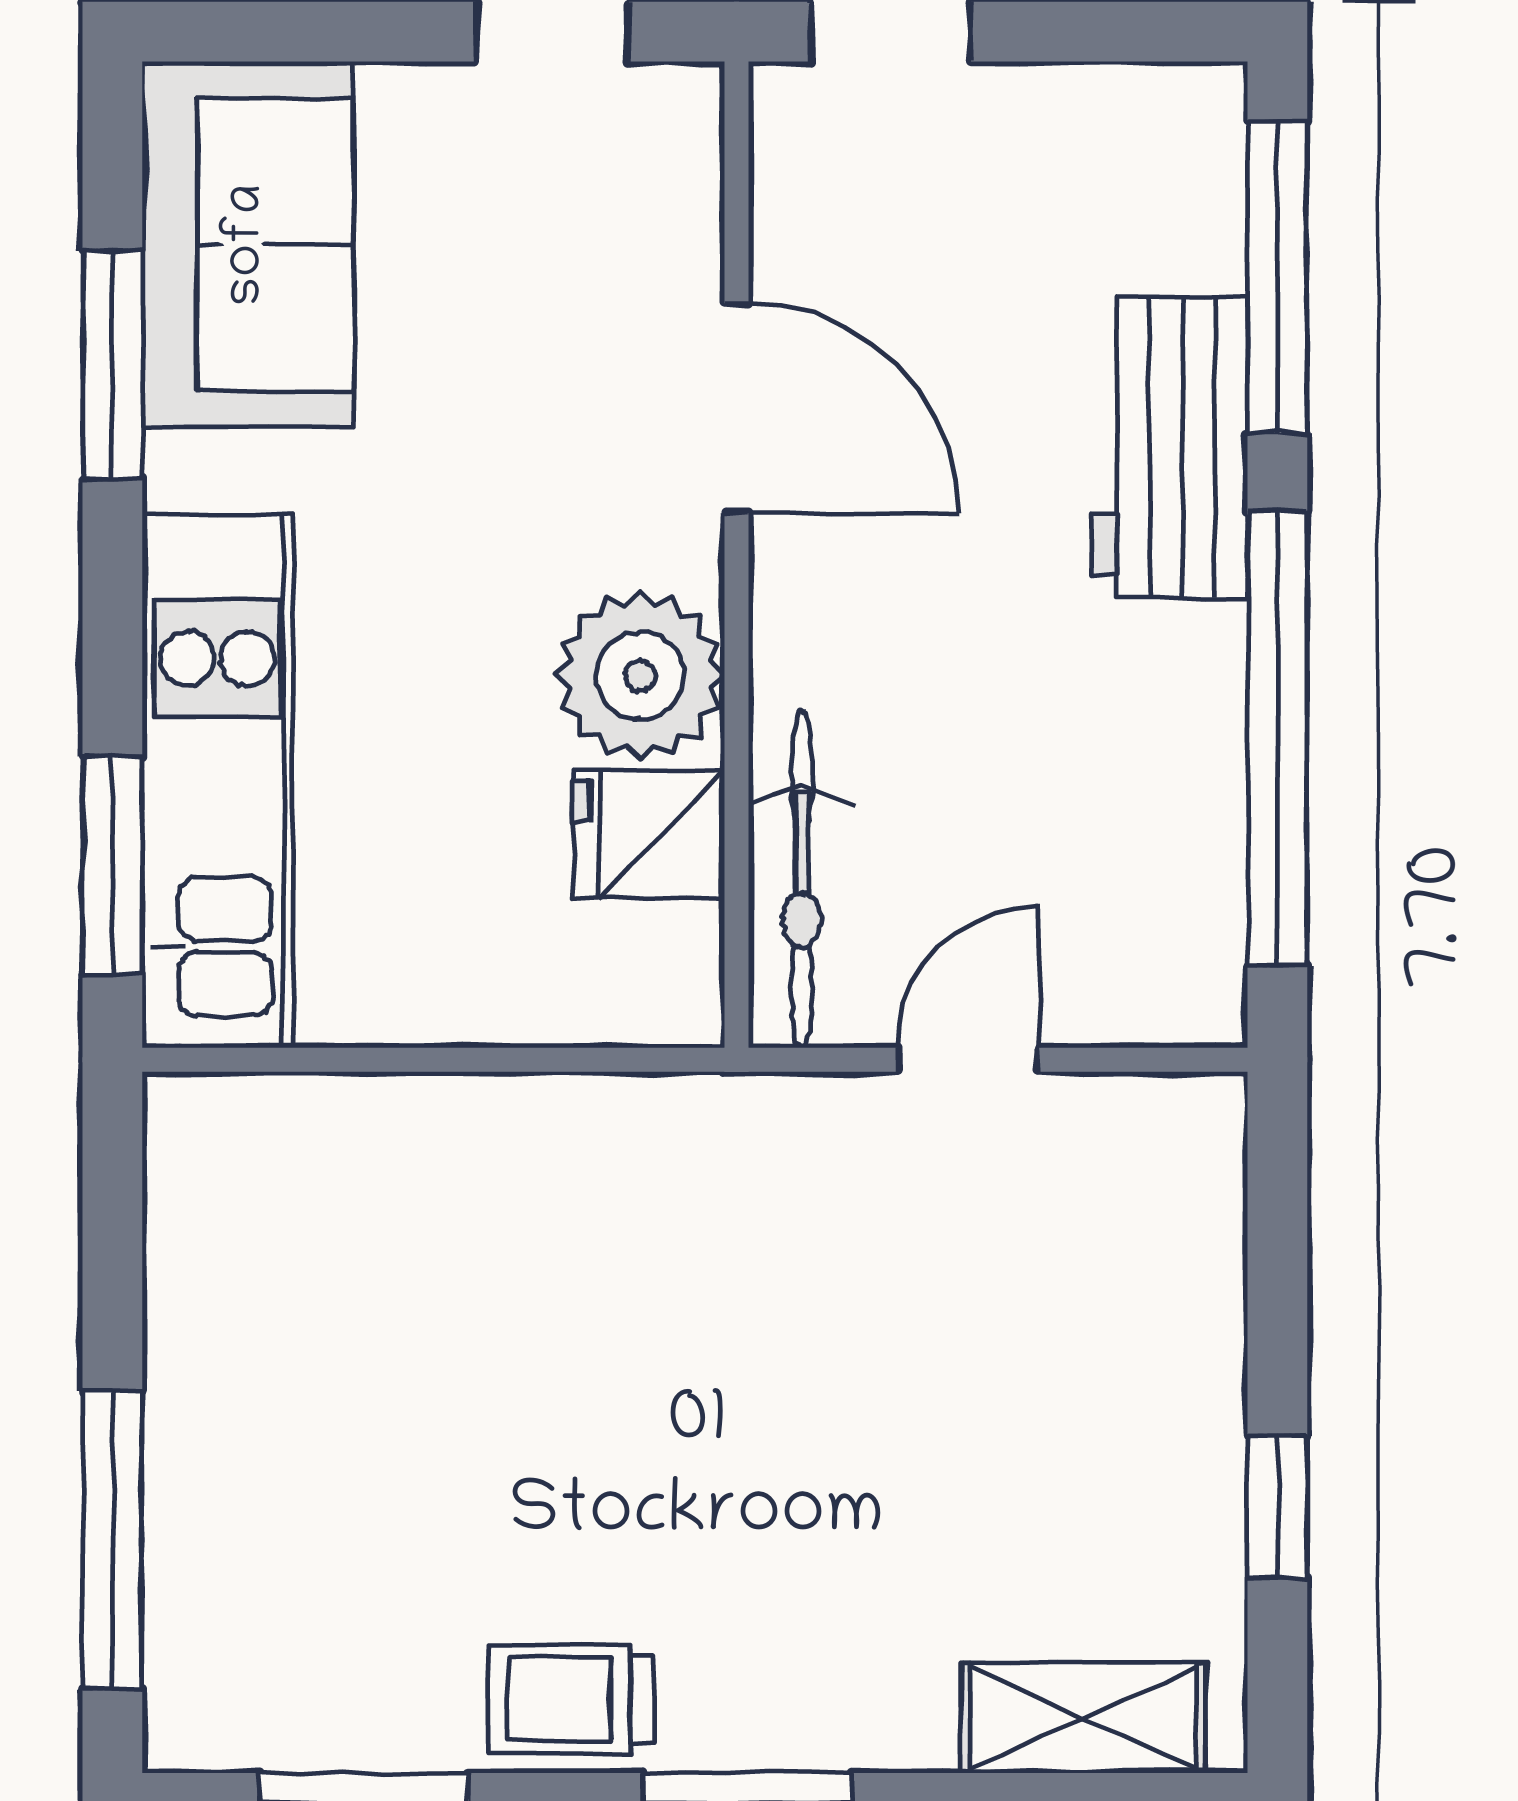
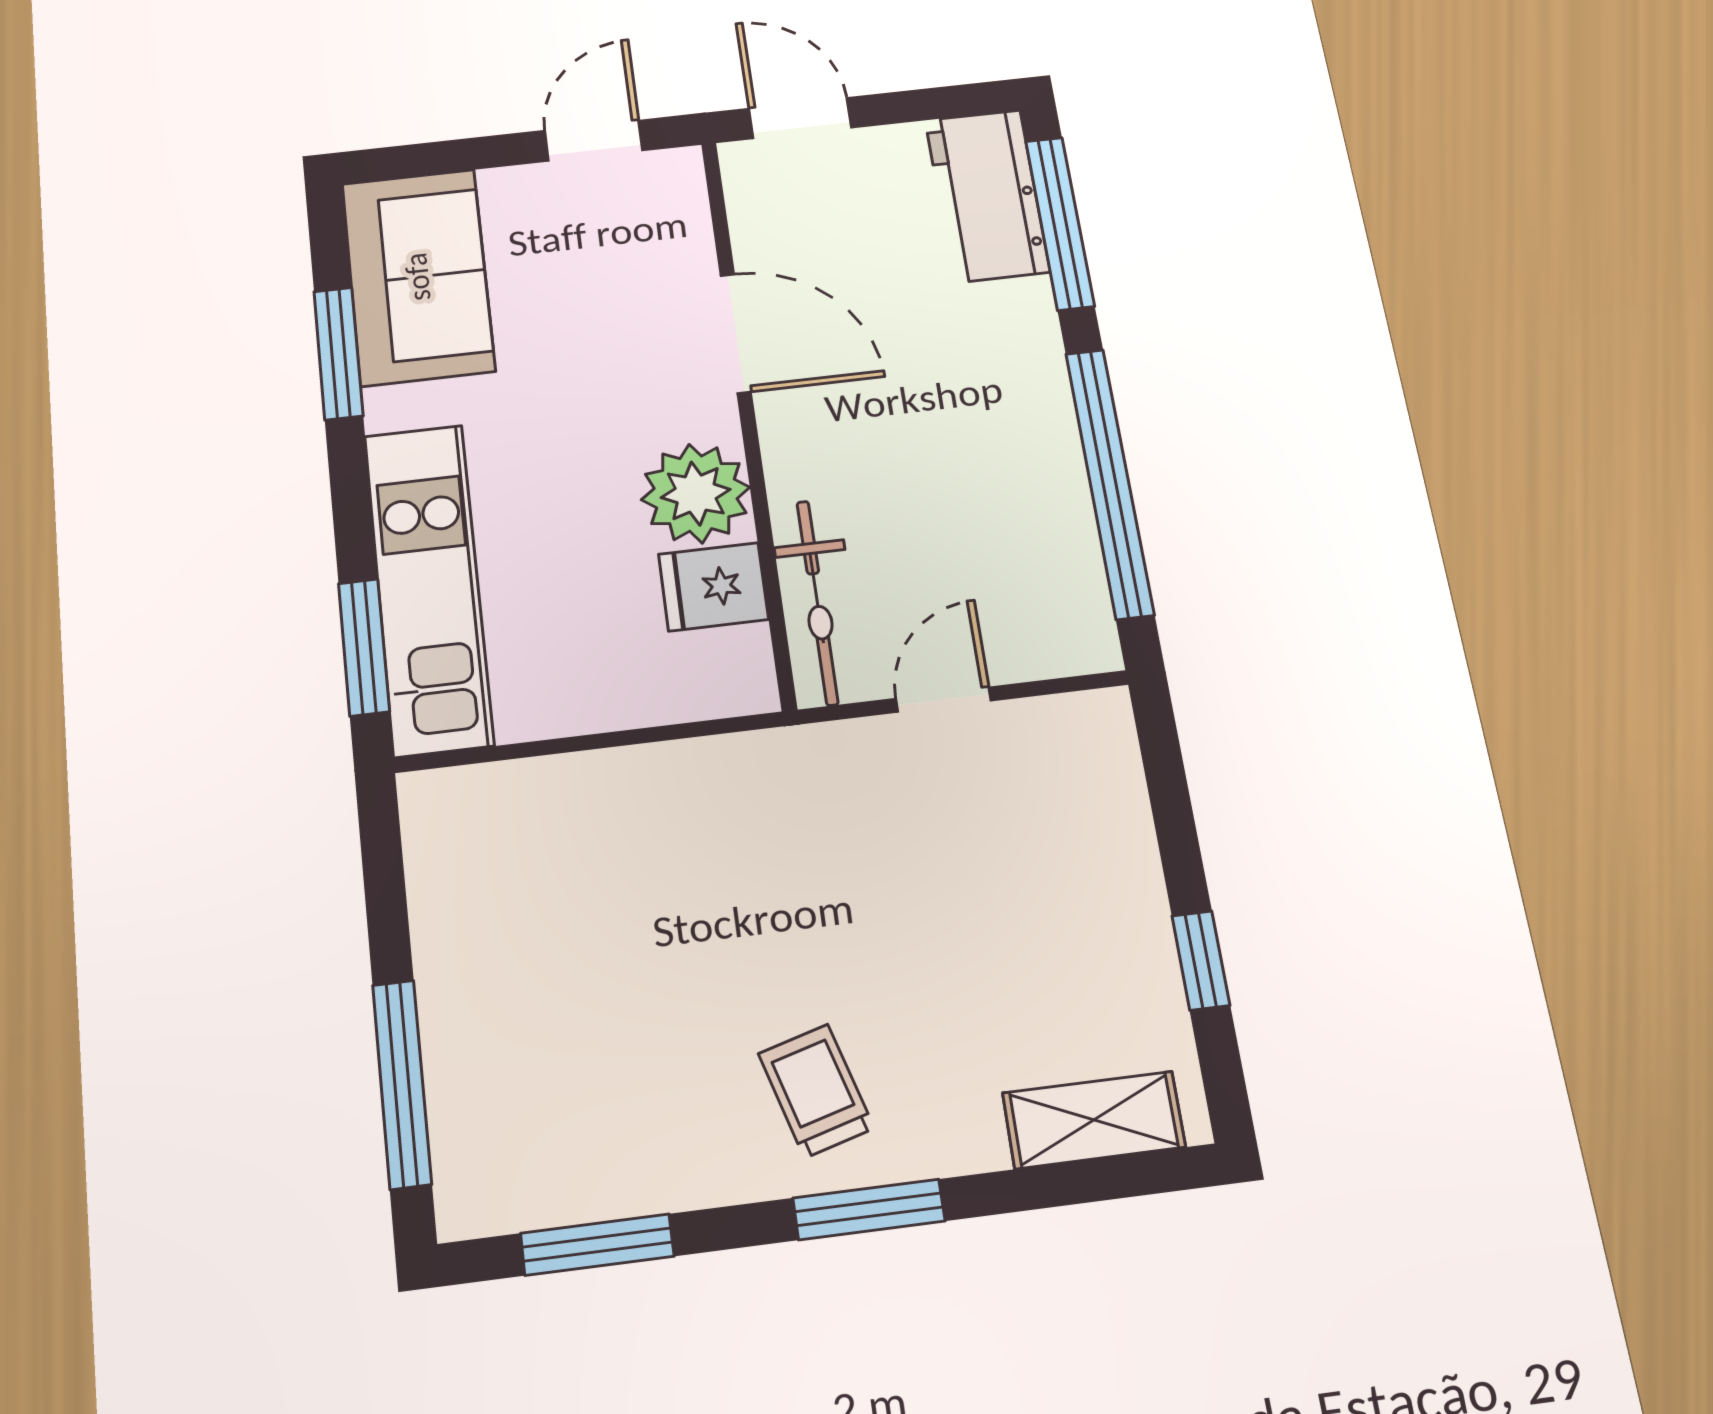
workbench: (1170, 447) -> (987, 196), moved
trolley: (571, 1699) -> (816, 1091), moved, turned 74

